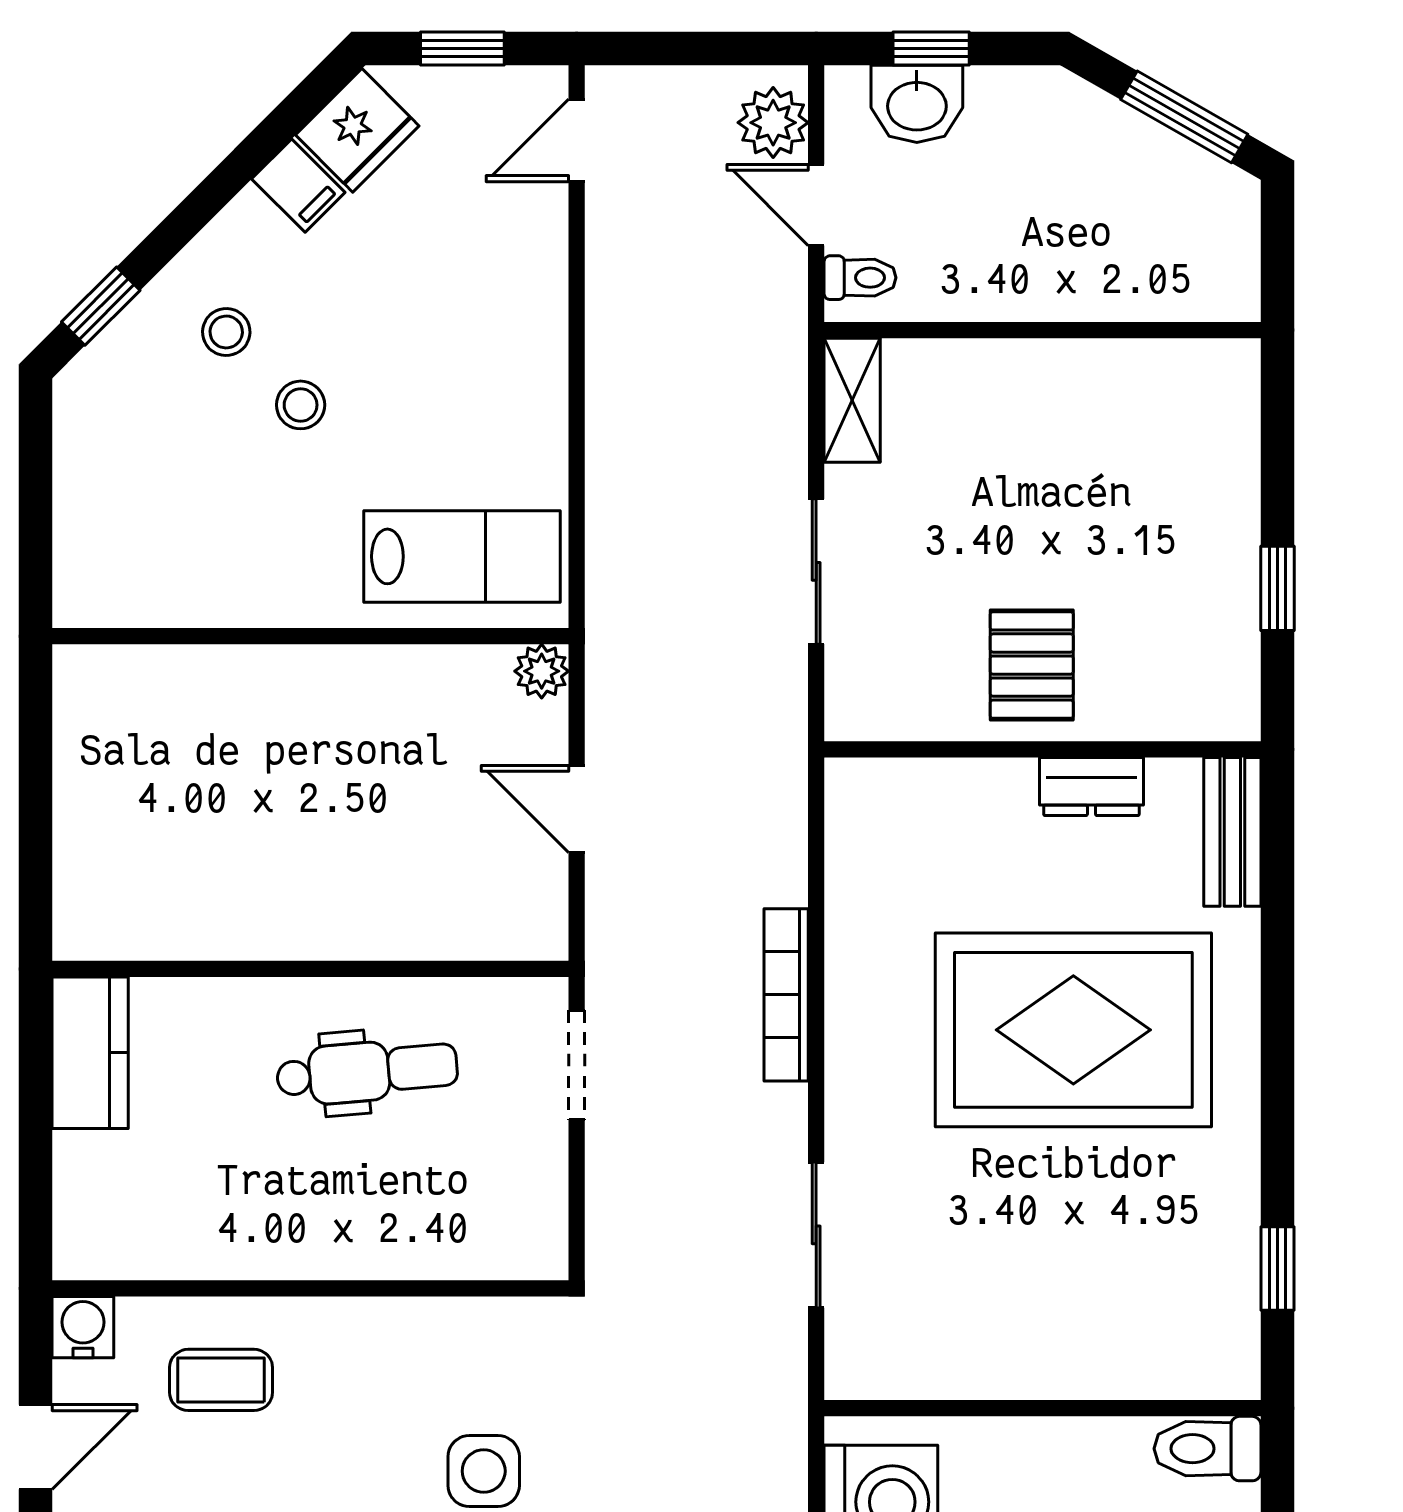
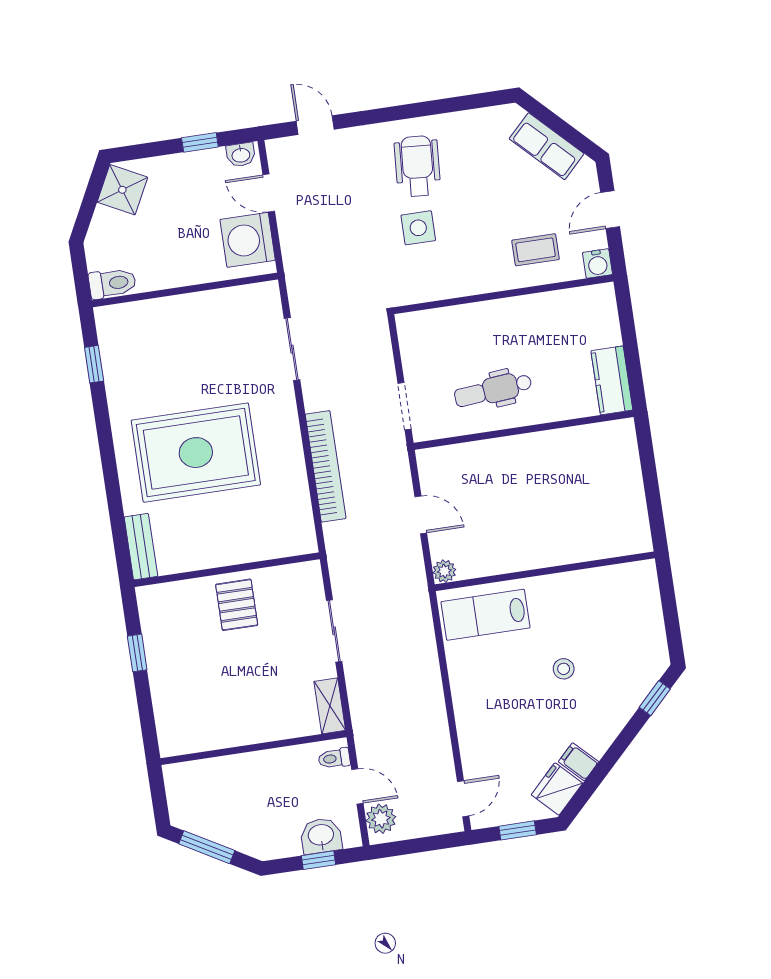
stool: (226, 332) -> (600, 695), removed
dresser: (1091, 786) -> (204, 557), removed
bookcase: (786, 995) -> (326, 466), width x1.48, depth x1.31

